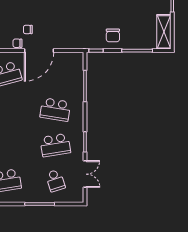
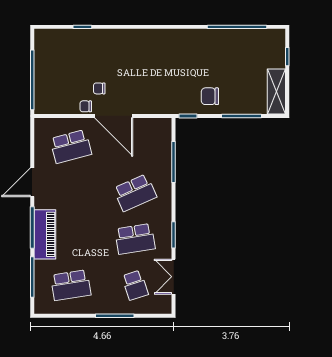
chair: (113, 35) -> (210, 96), turned 90
door: (39, 51) -> (114, 116), hinge flipped
school desk: (55, 110) -> (135, 193), turned -33
double door: (85, 174) -> (174, 277), swing flipped

